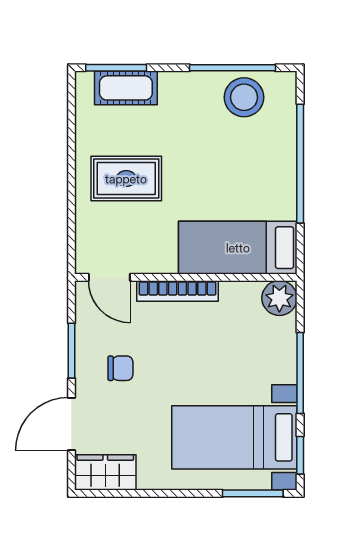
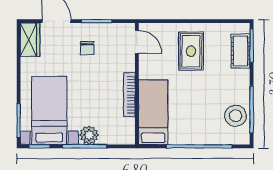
door: (109, 277) -> (137, 42), swing flipped
bookcase: (178, 291) -> (129, 95), moved
plant: (279, 298) -> (89, 135), moved

